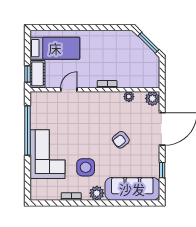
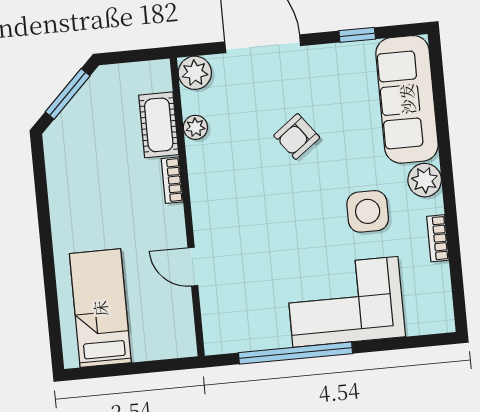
window: (27, 74) -> (166, 365), removed
cot: (37, 74) -> (159, 125), moved, turned 90
armchair: (121, 140) -> (297, 137), turned 91

